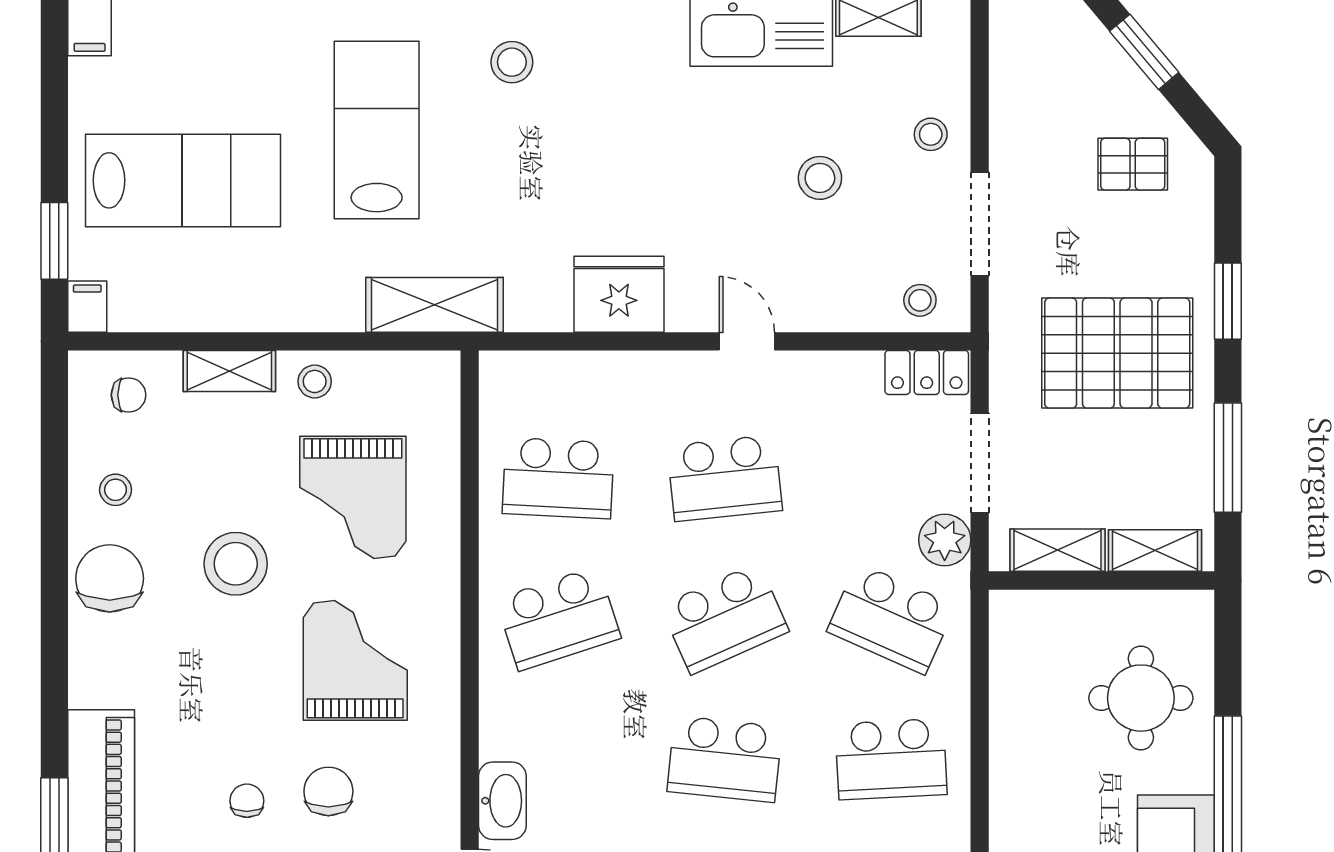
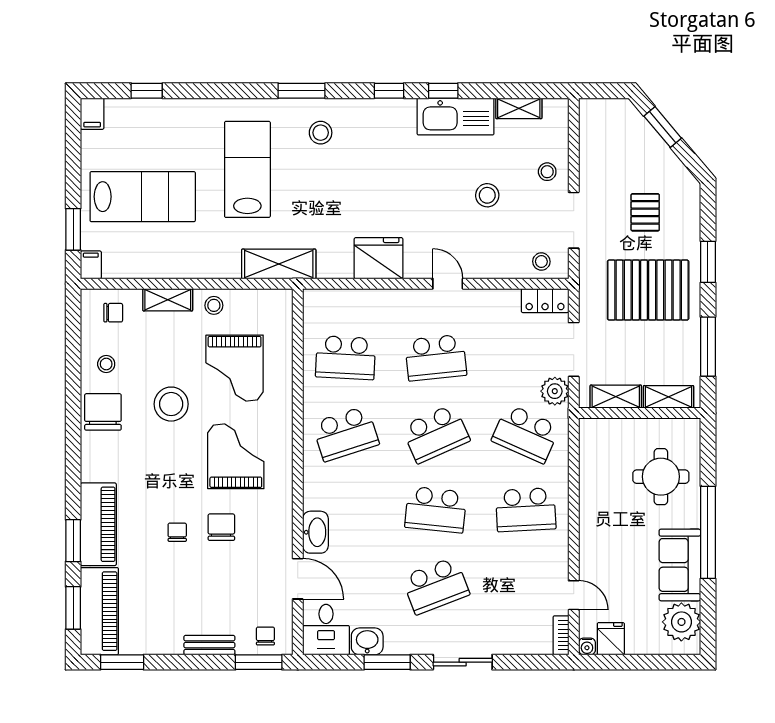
pallet: (1133, 164) -> (645, 212), moved, turned 90

